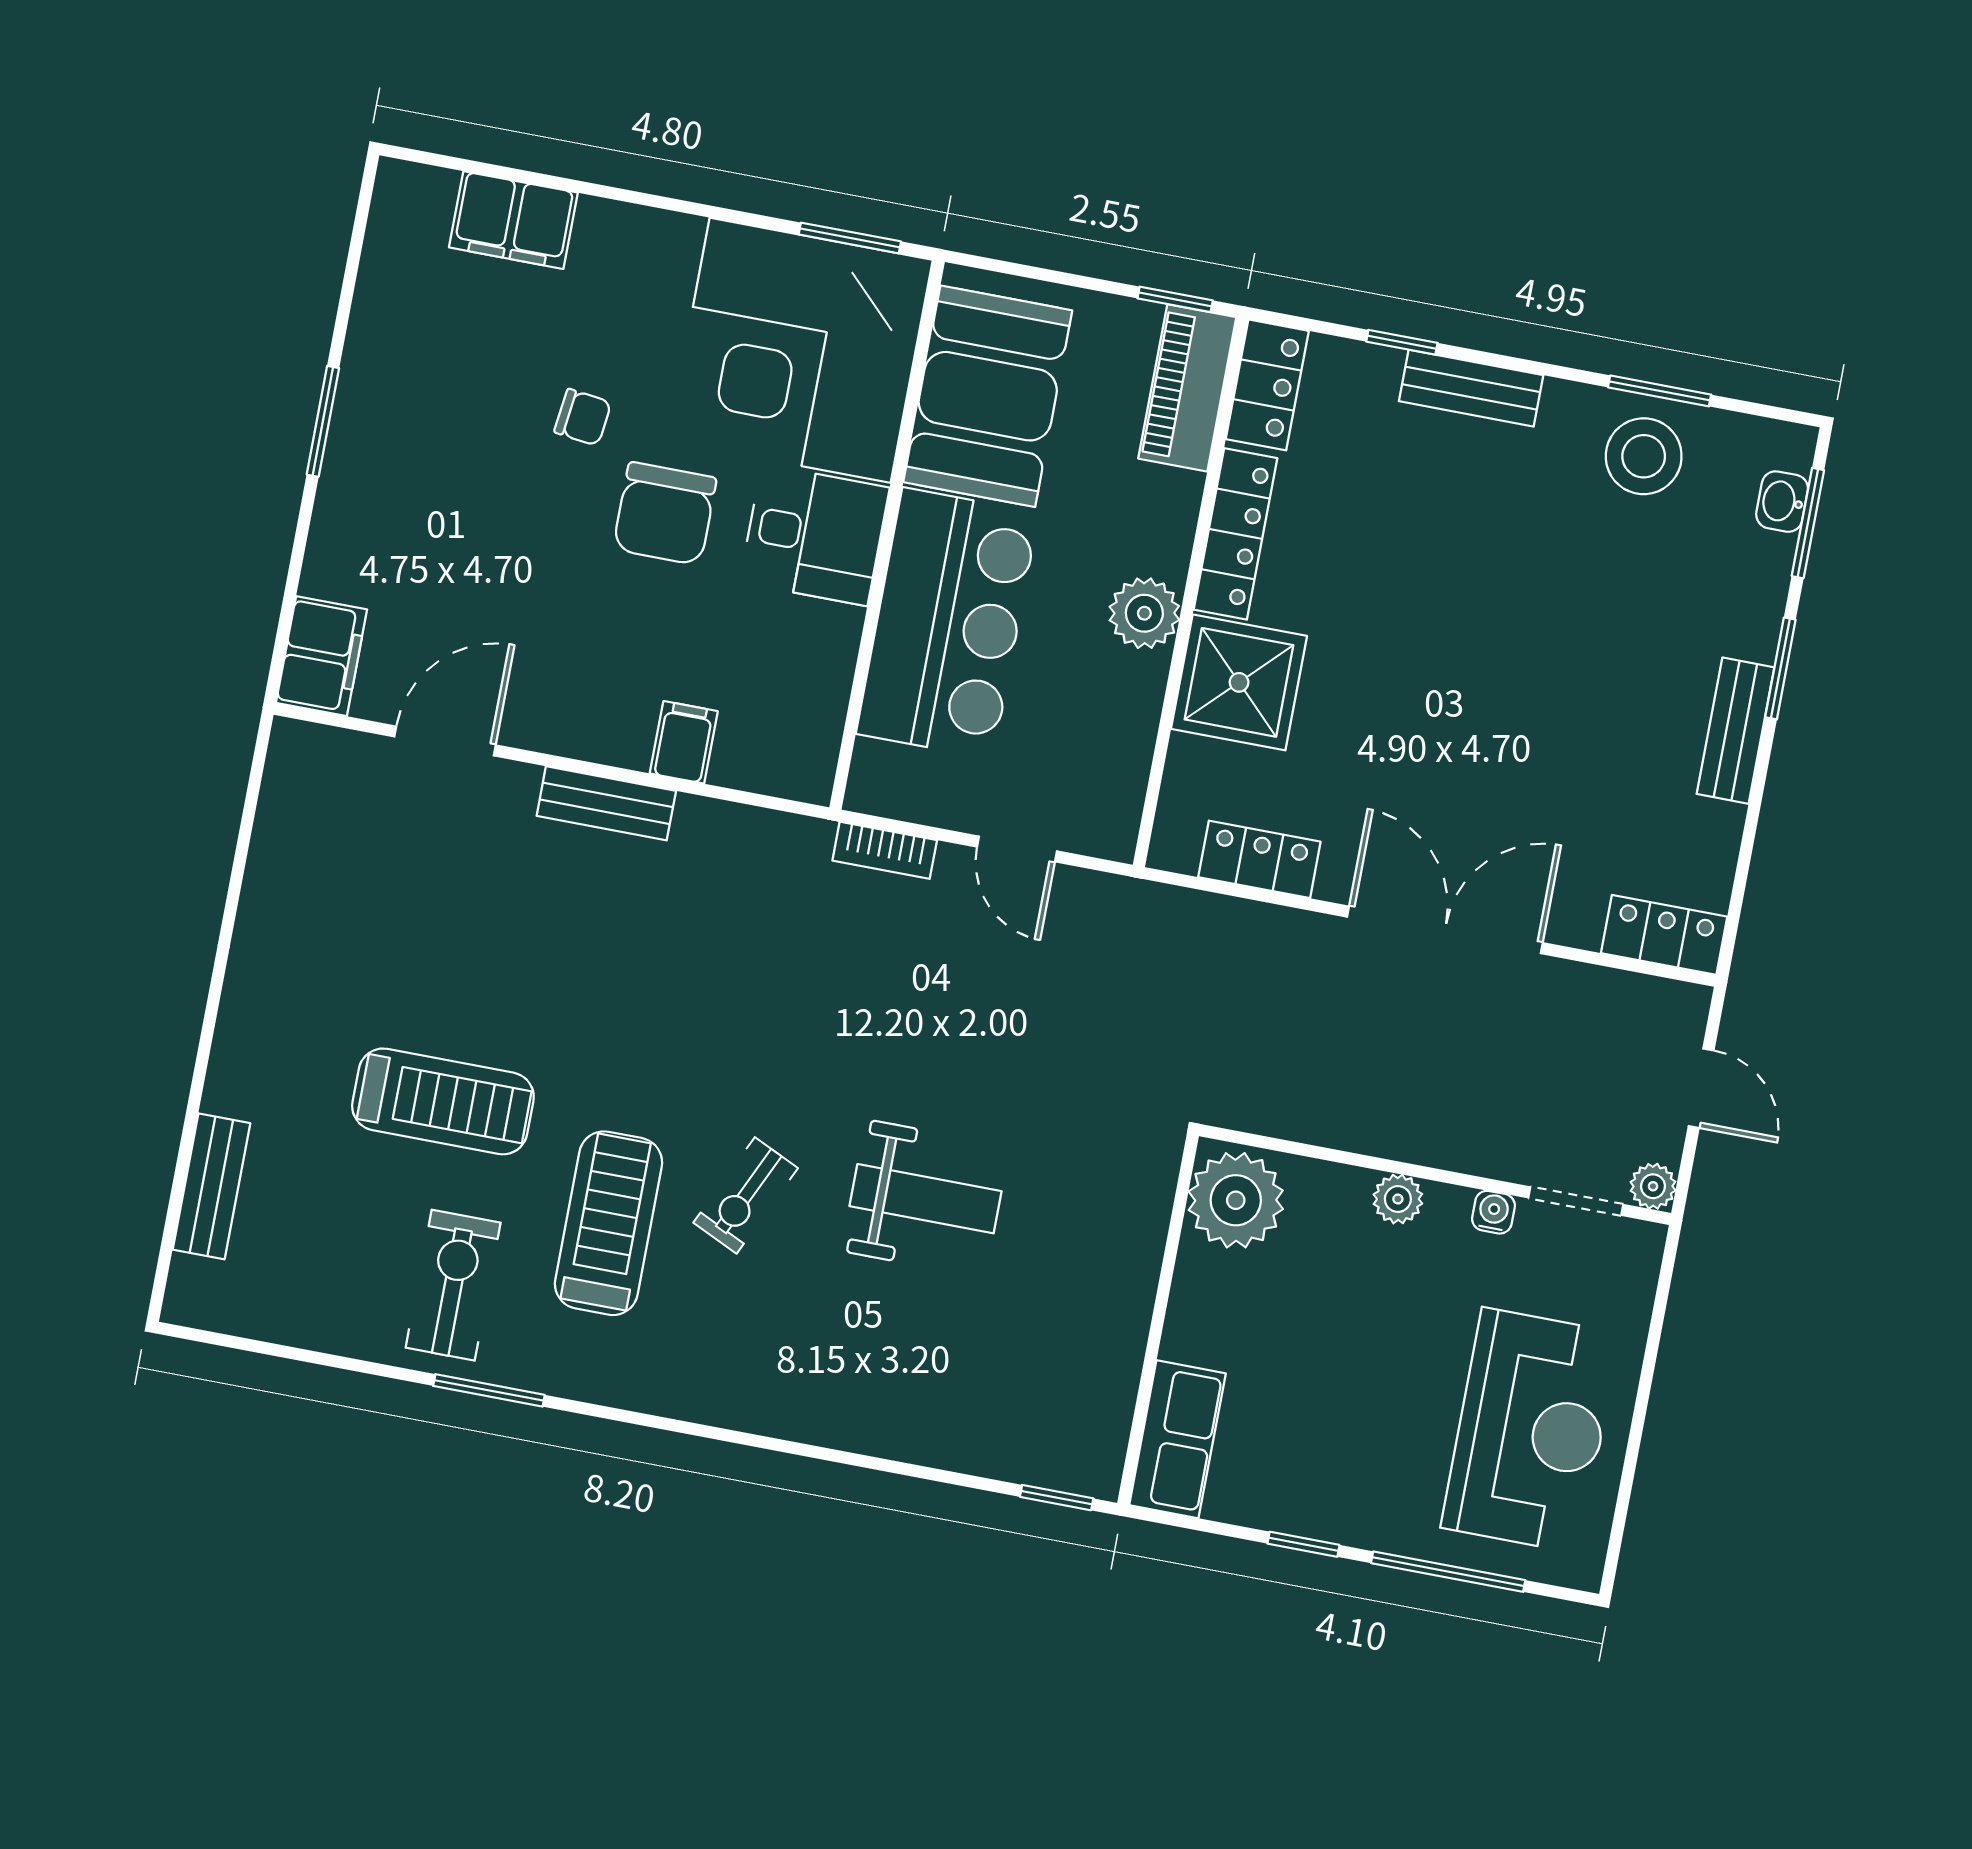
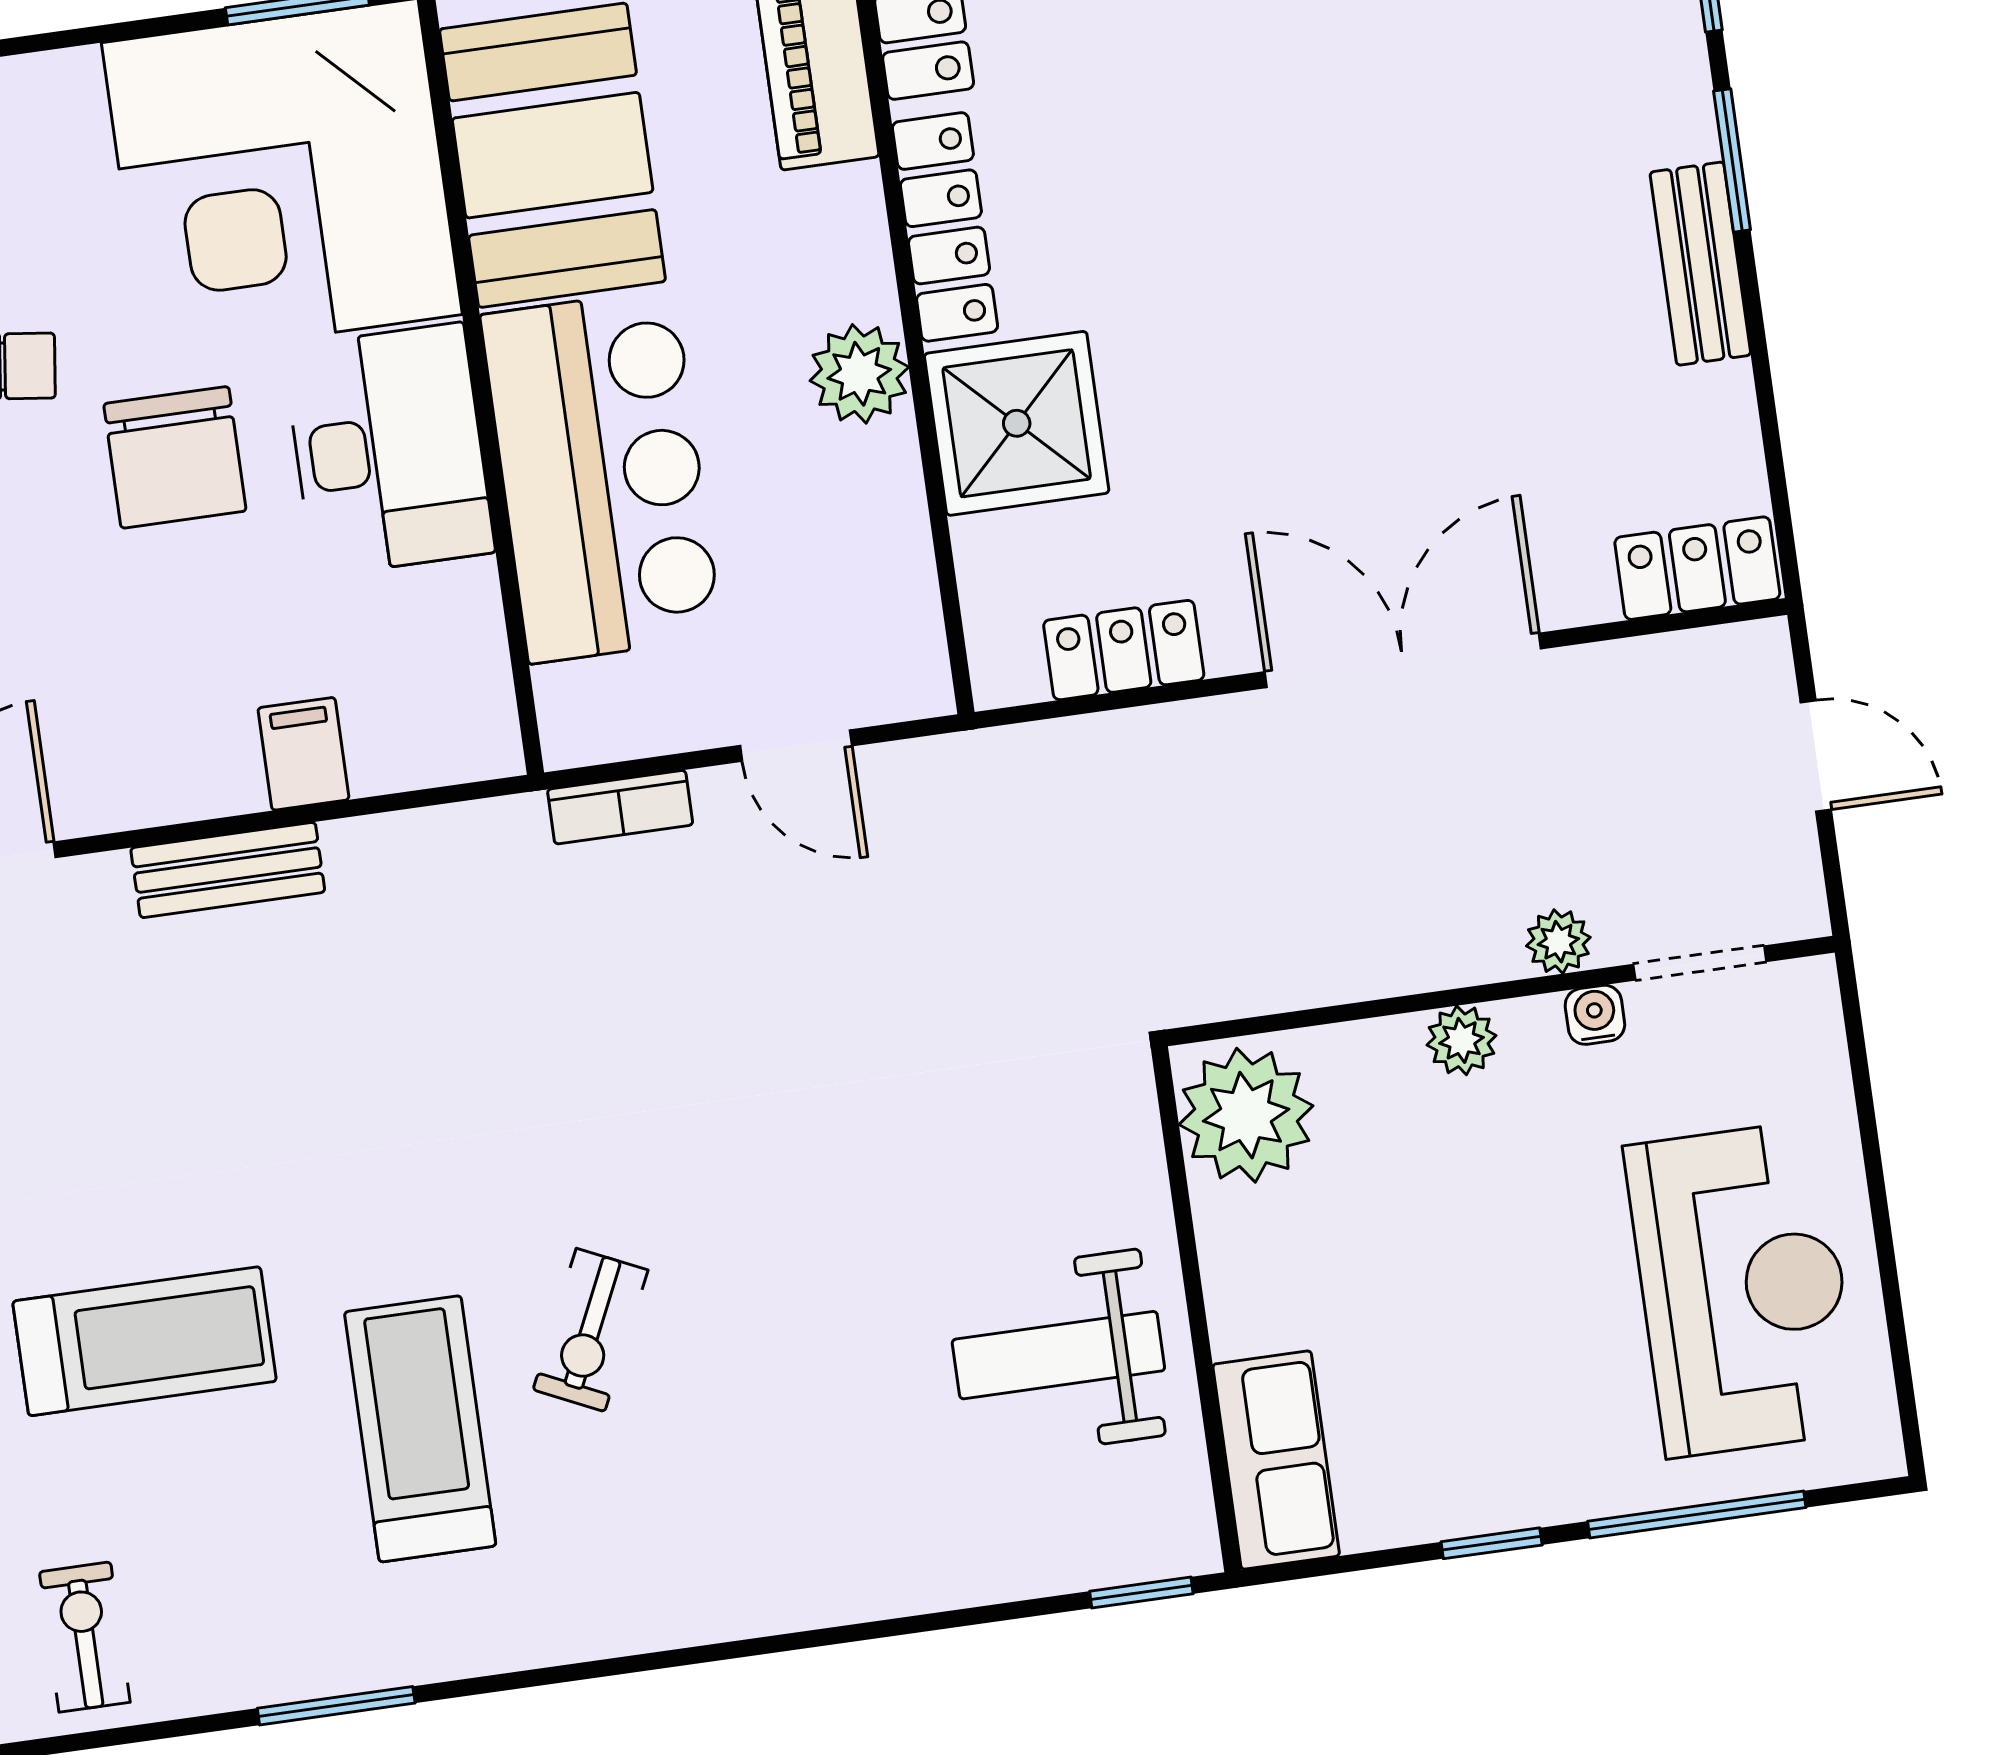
desk: (815, 535) -> (389, 450), width x1.37
plant: (1653, 1186) -> (1558, 942), moved
weight bench: (925, 1199) -> (1058, 1355), moved, turned 180
exercise bike: (453, 1285) -> (85, 1637), moved, width x0.73, depth x0.72

